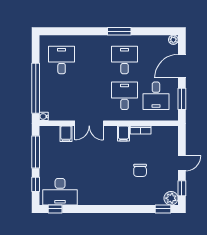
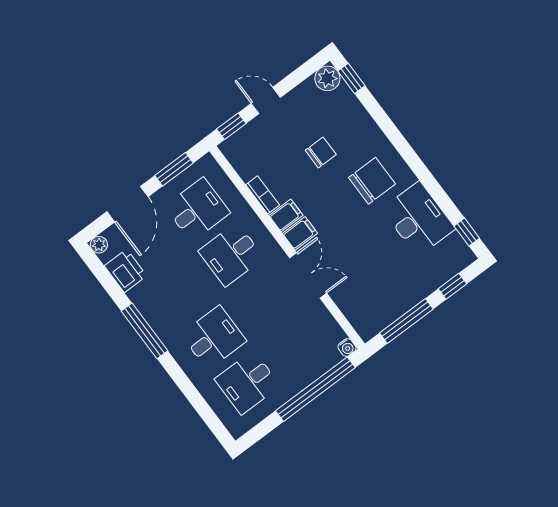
window: (119, 31) -> (145, 331), width x1.44
printer: (153, 43) -> (126, 271), added
desk: (125, 60) -> (214, 338), moved, turned 180
door: (182, 66) -> (127, 204), hinge flipped
filing cabinet: (66, 134) -> (300, 233), moved
chair: (110, 184) -> (372, 181), added
window: (182, 188) -> (231, 126), moved
desk: (60, 192) -> (418, 219), moved

